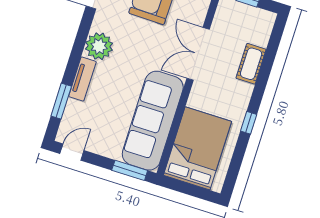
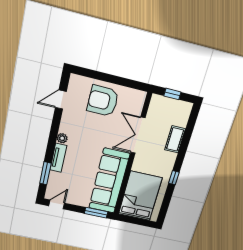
plant: (99, 46) -> (62, 138), width x0.53, depth x0.53

